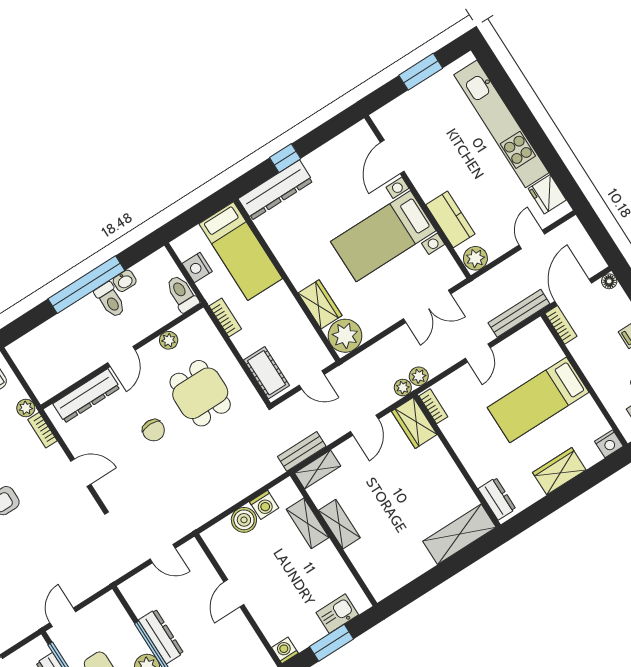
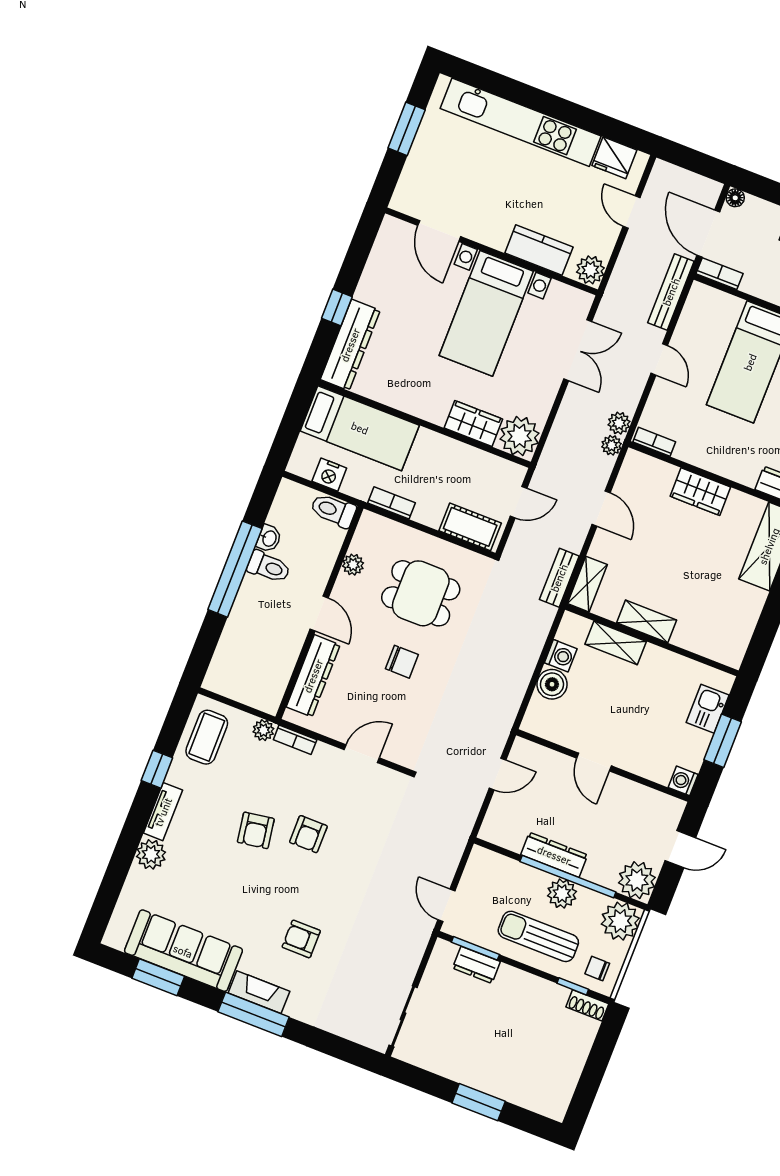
wardrobe: (414, 423) -> (700, 492), moved

